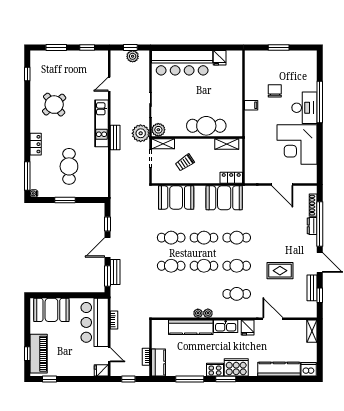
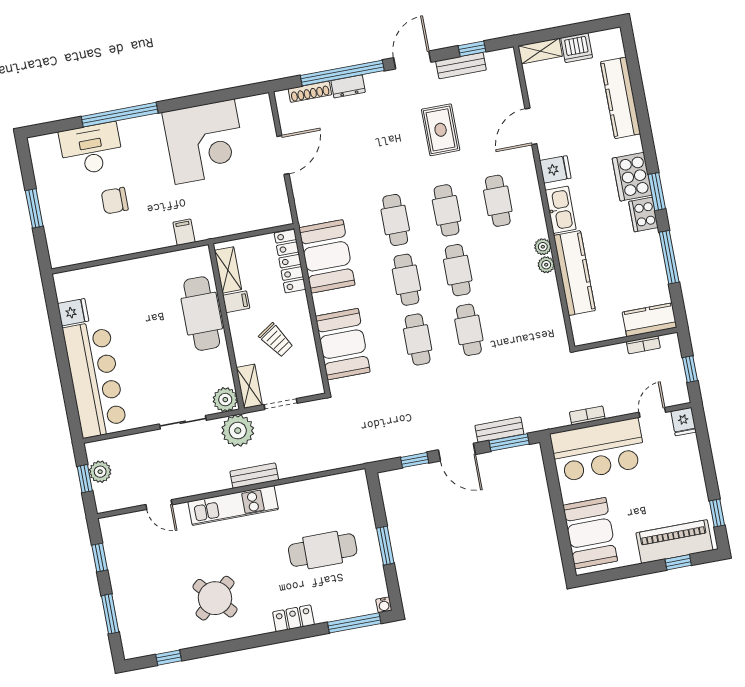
filing cabinet: (251, 105) -> (184, 232), moved
desk: (304, 108) -> (91, 149), moved
filing cabinet: (209, 145) -> (236, 302), added
locker: (231, 178) -> (290, 261), width x1.53
dishwasher: (309, 369) -> (577, 48), moved, turned -90

